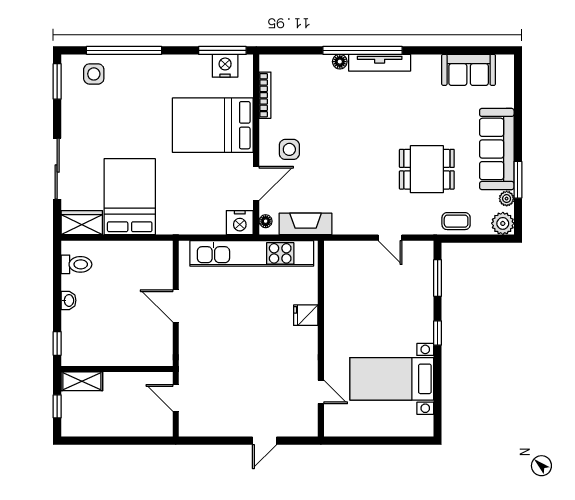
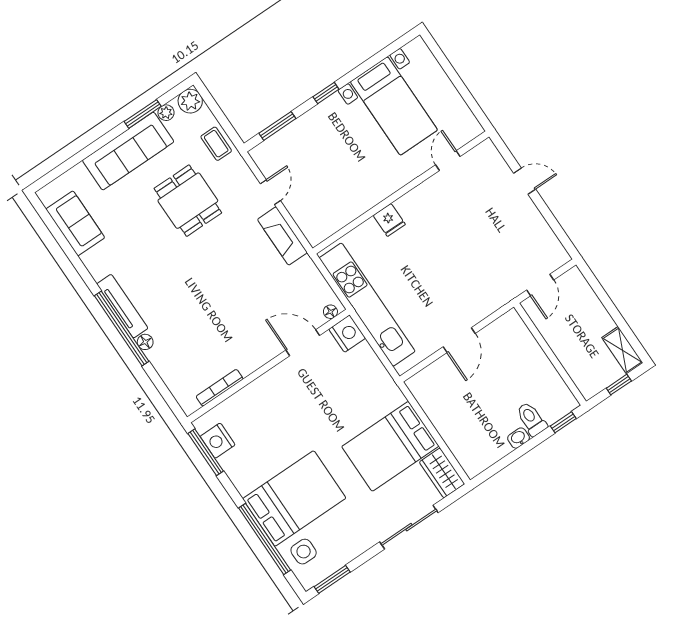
bed: (213, 125) -> (294, 498), moved, turned -90
side table: (289, 149) -> (253, 334), removed
fireplace: (306, 224) -> (282, 236), moved
toilet: (76, 264) -> (532, 419), moved
shelving: (82, 381) -> (622, 350), moved

